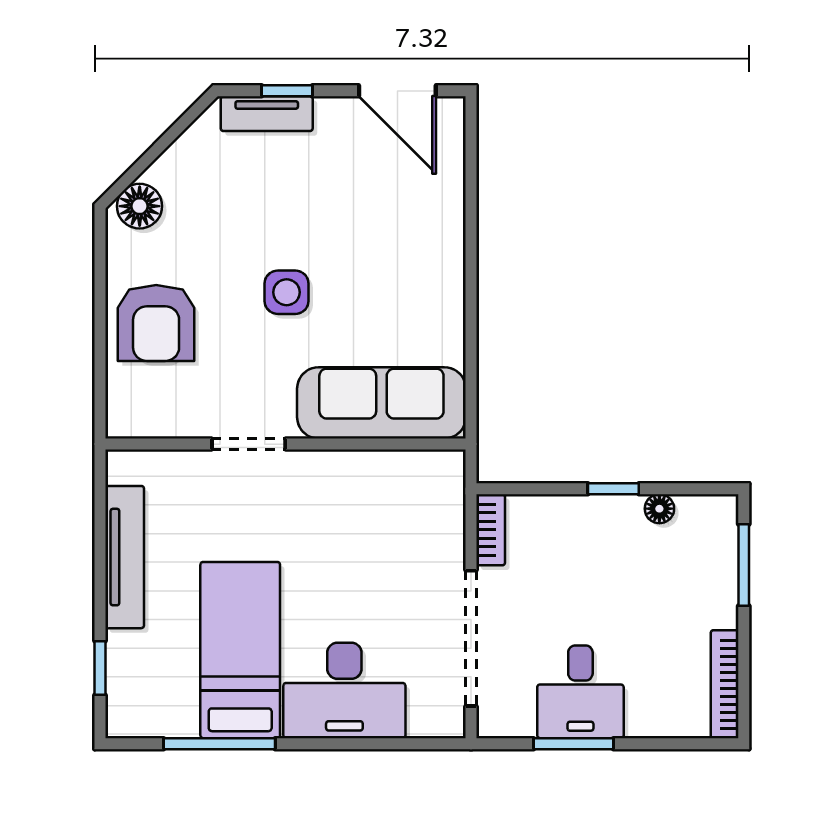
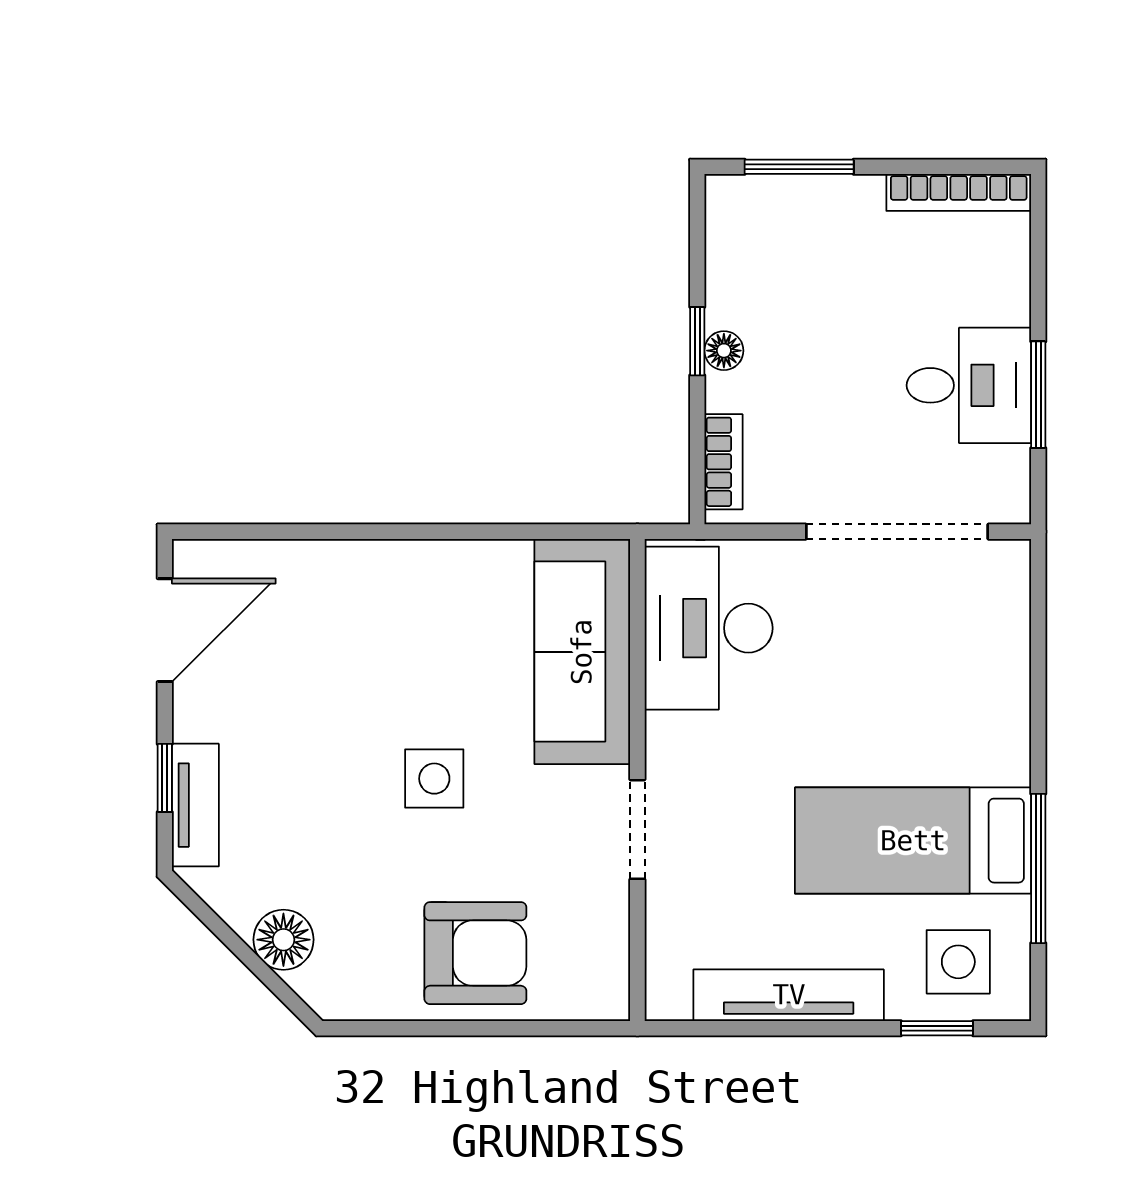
floor lamp: (140, 206) -> (283, 940), moved
floor lamp: (659, 509) -> (724, 351), moved
bookcase: (491, 530) -> (723, 462), moved, turned 90
side table: (150, 684) -> (958, 962), added
desk: (344, 690) -> (709, 628), moved, turned 180

